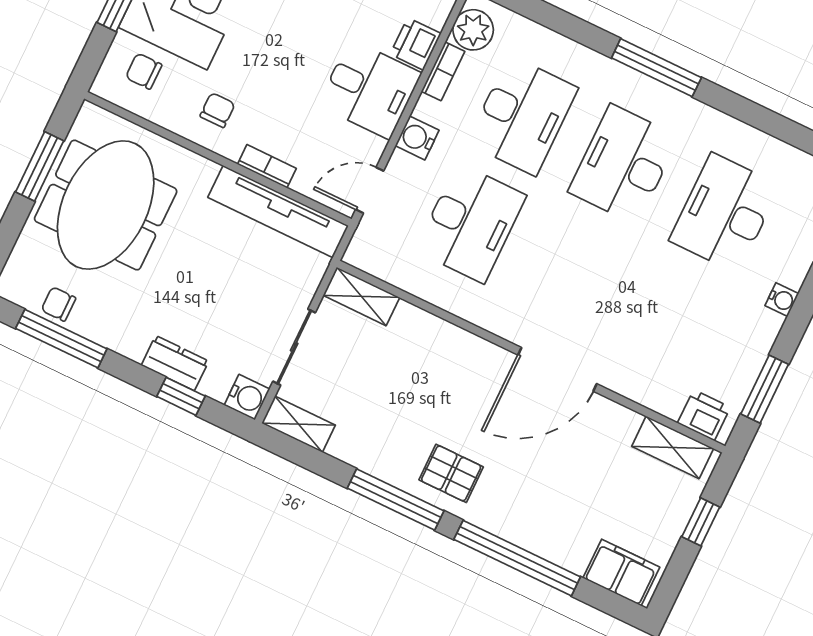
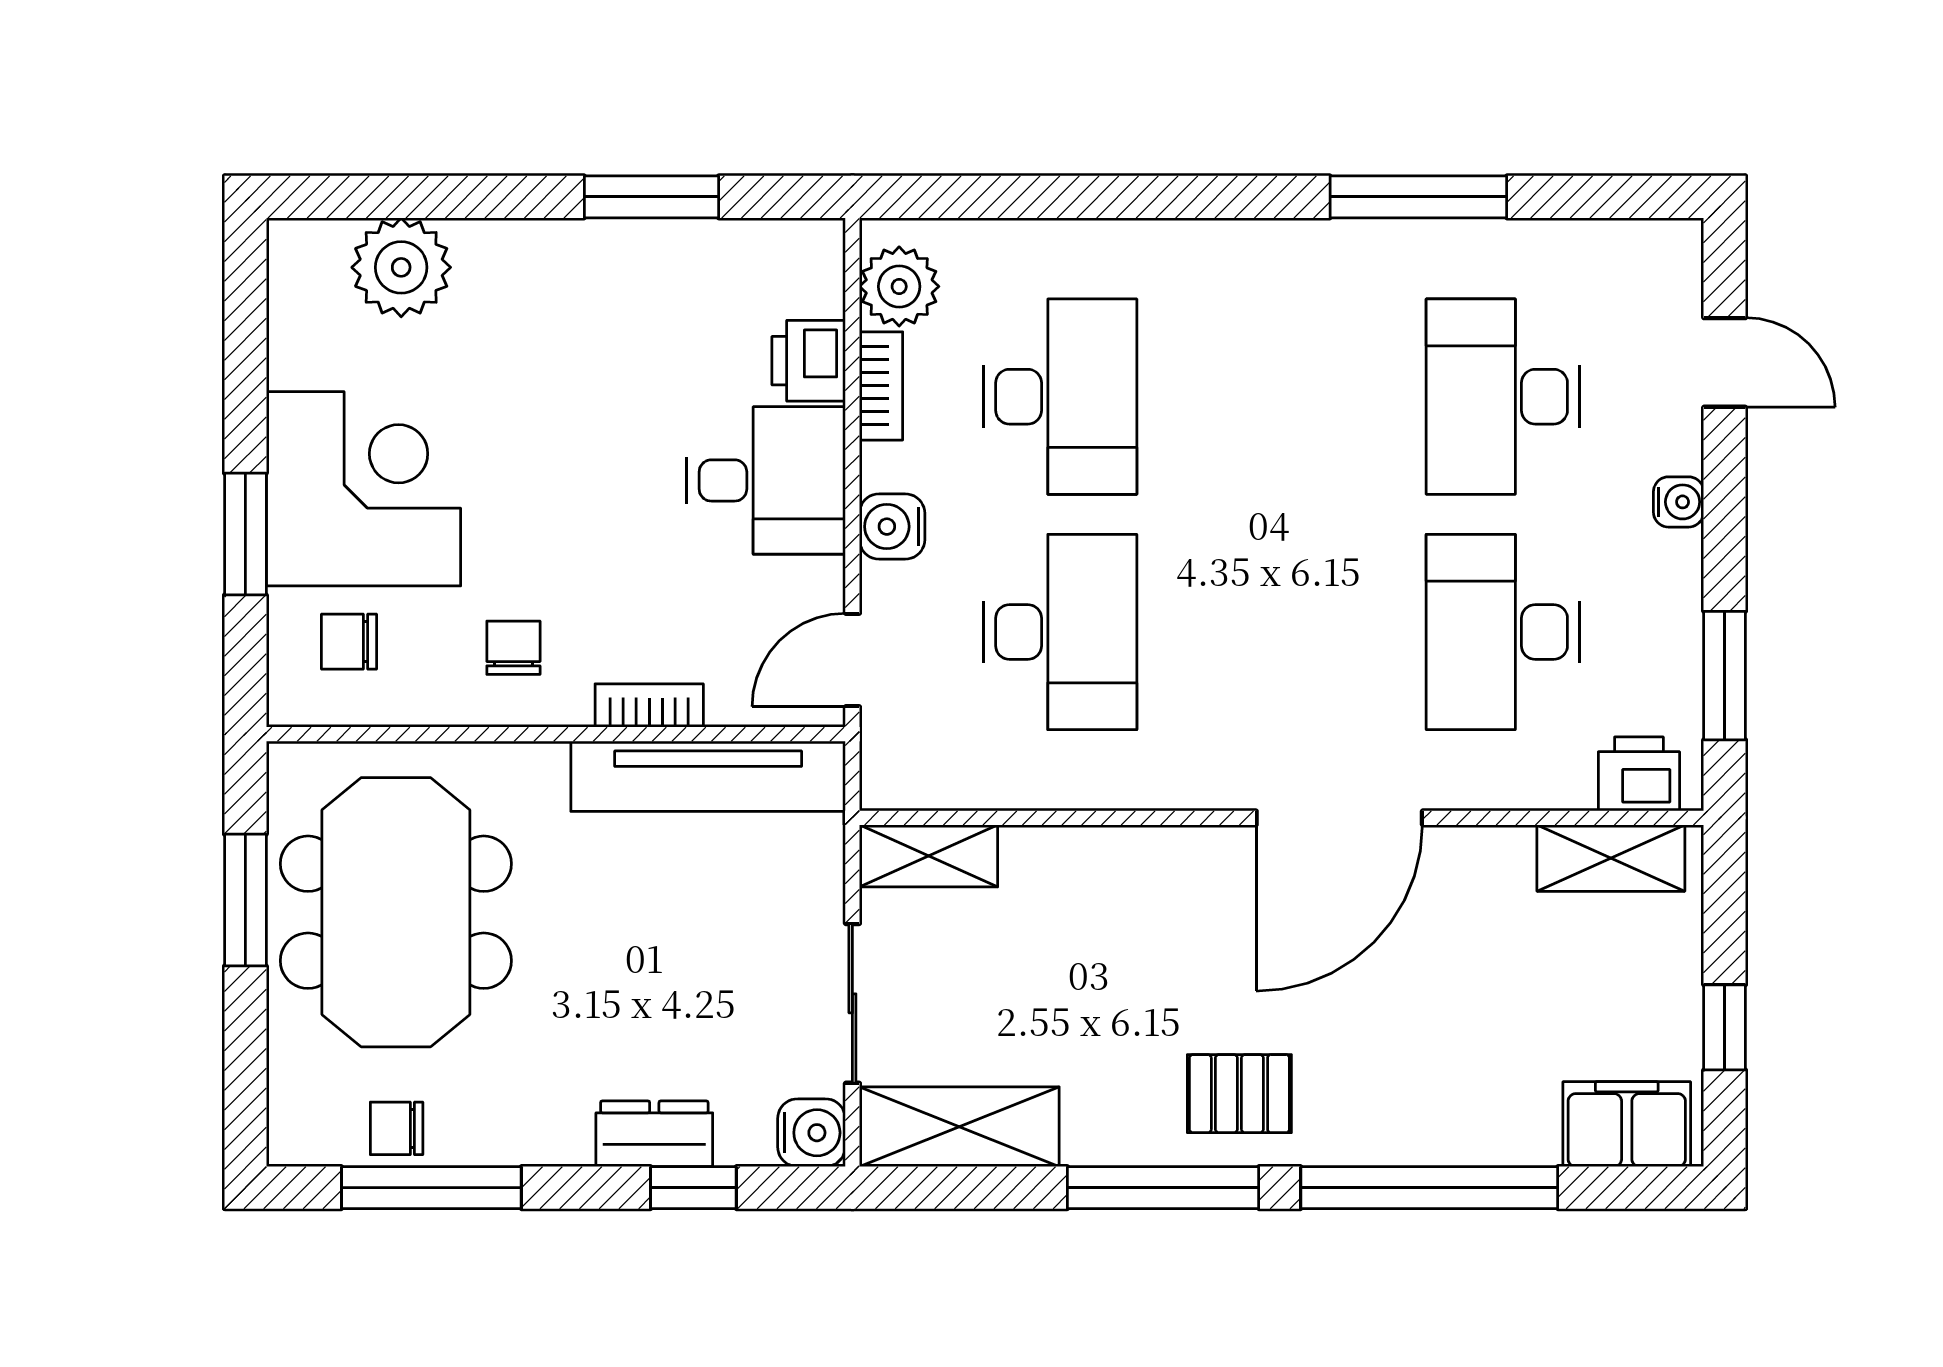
window: (656, 68) -> (1418, 197), moved
desk: (624, 164) -> (1503, 632), moved
shelving: (298, 424) -> (959, 1127), width x1.50, depth x1.33
window: (701, 522) -> (1725, 1027), moved

